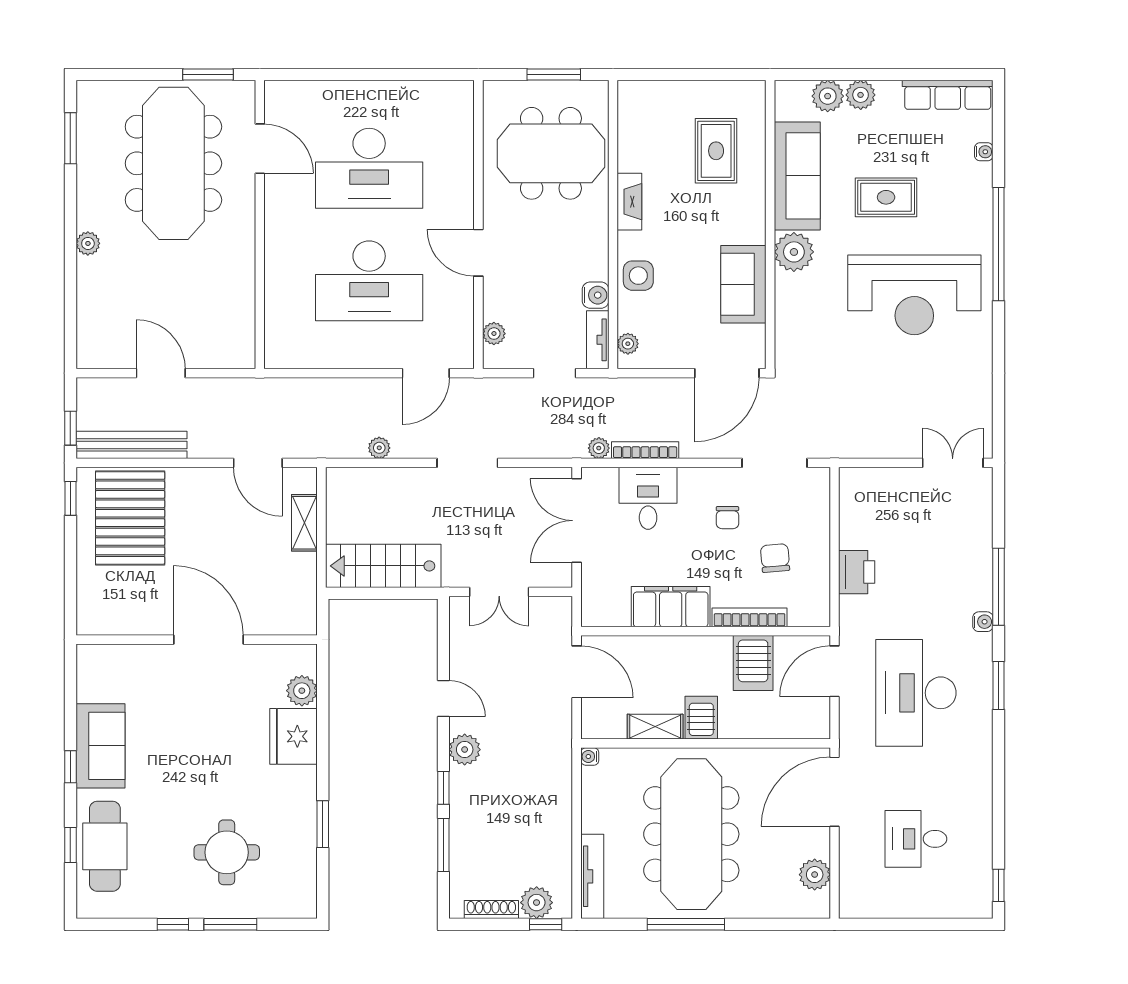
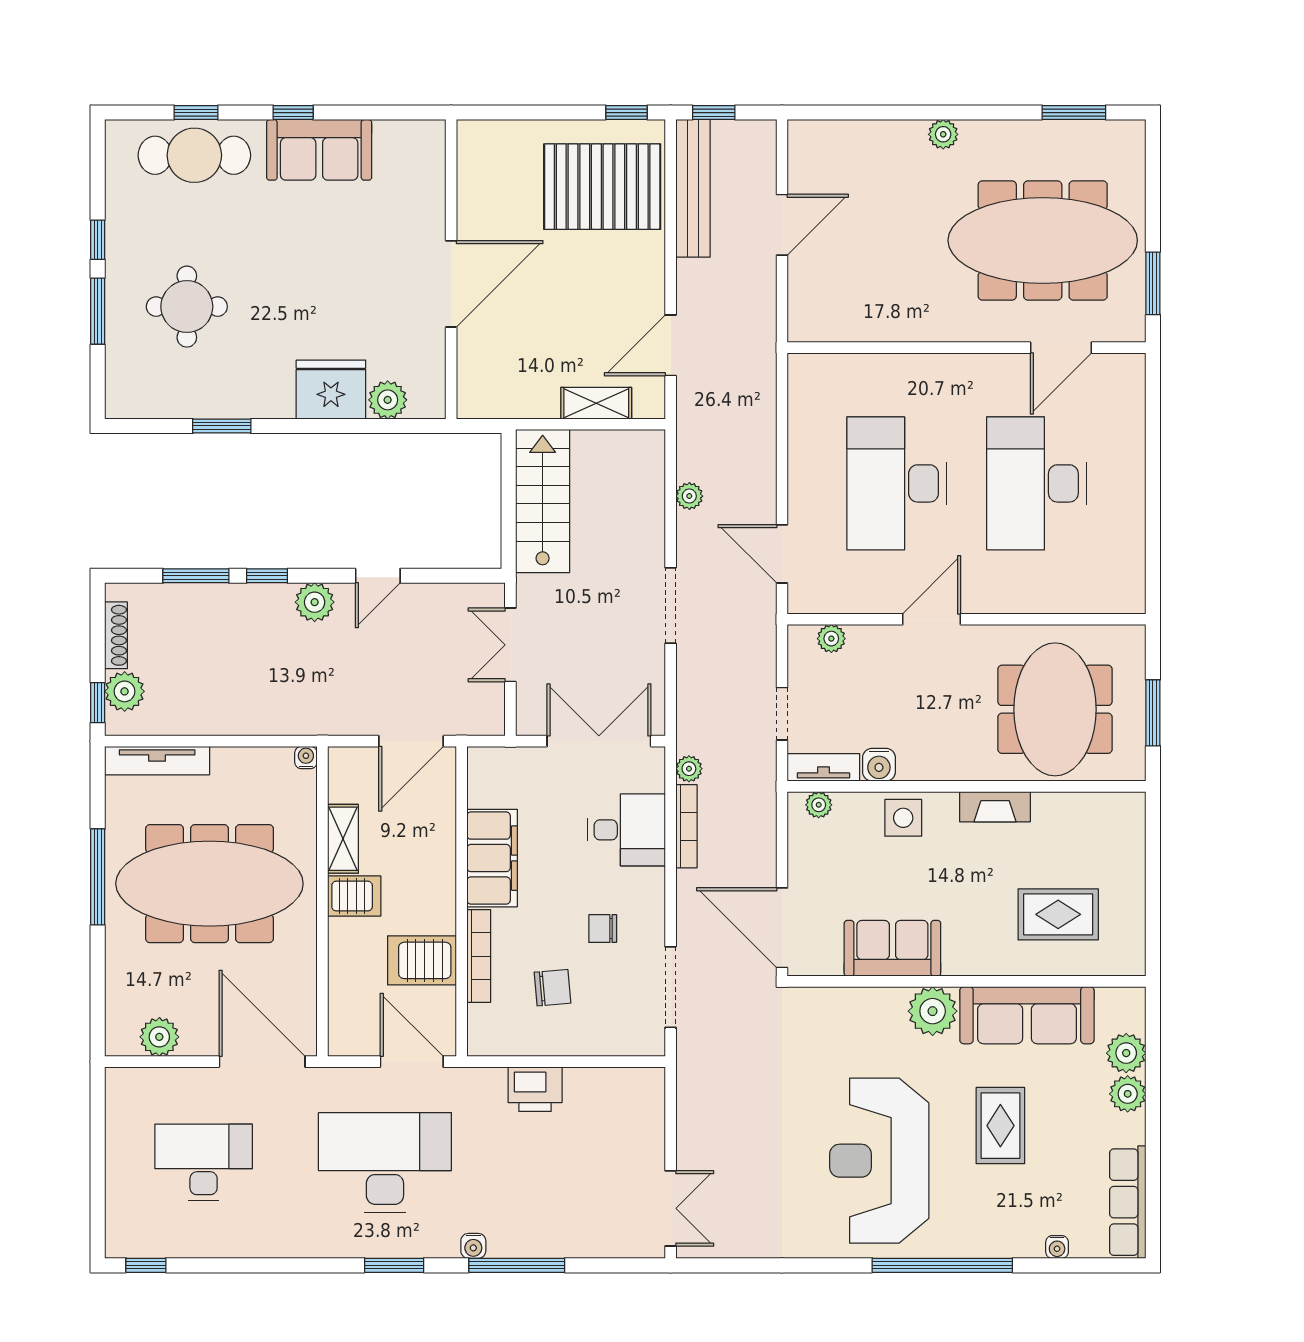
desk: (916, 839) -> (204, 1163), width x1.37

